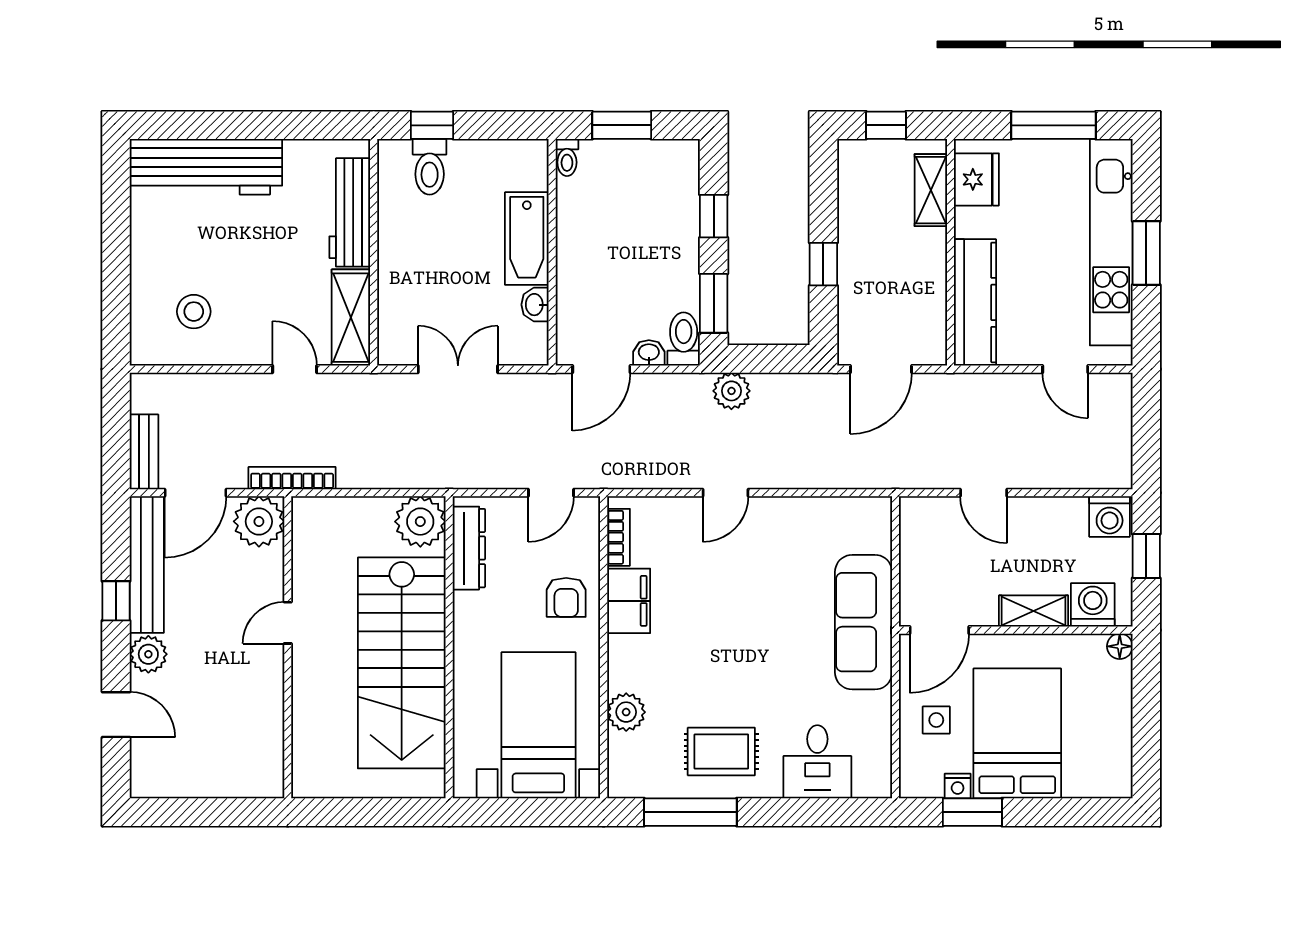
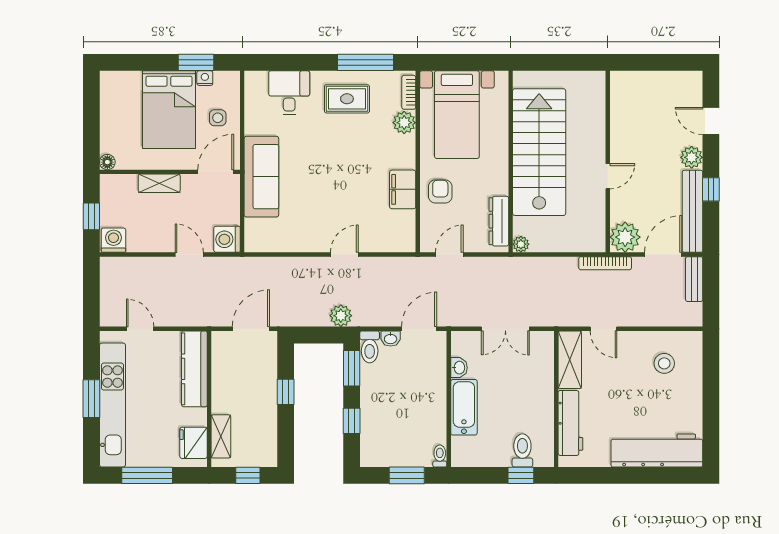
plant: (420, 522) -> (521, 244), width x0.53, depth x0.53
bookcase: (618, 537) -> (409, 92), moved
washing machine: (1093, 605) -> (227, 239), moved, turned 90

